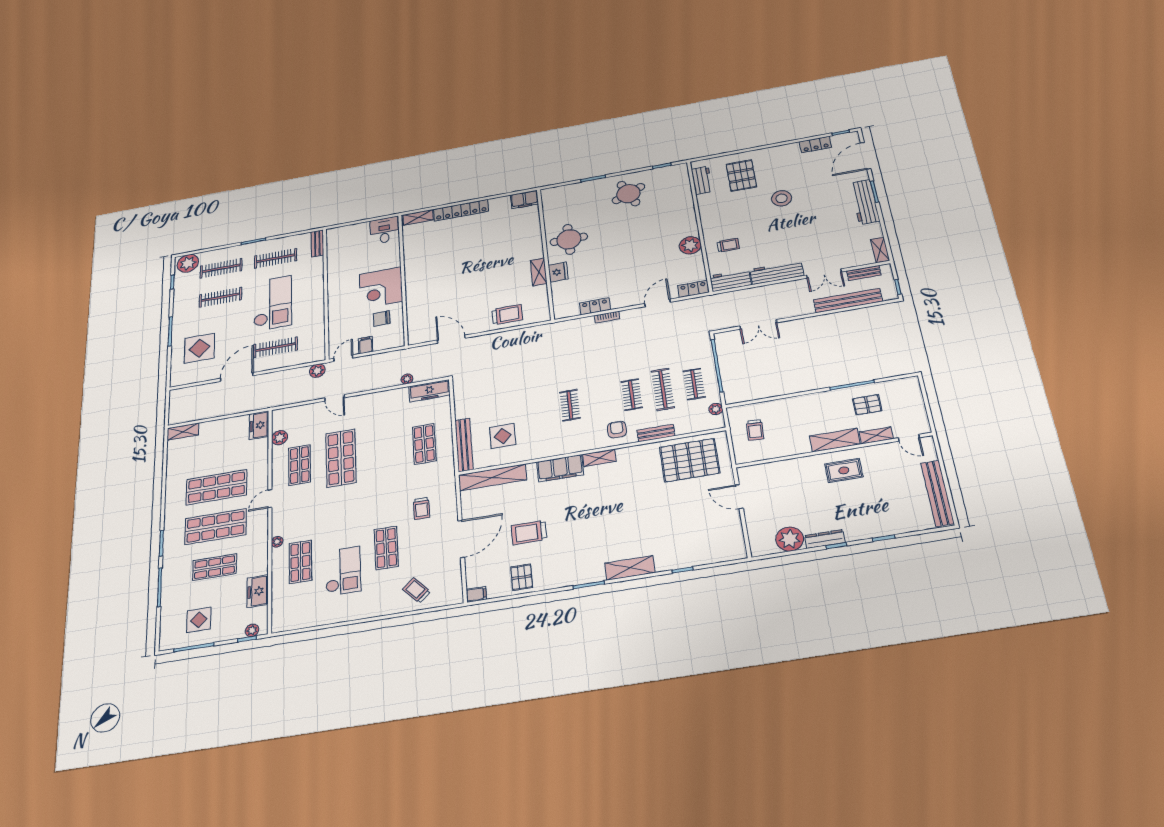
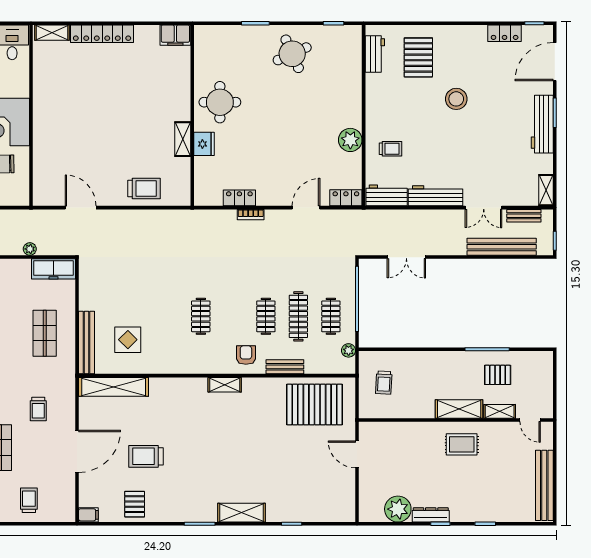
filing cabinet: (560, 468) -> (184, 389), removed
trolley: (417, 590) -> (29, 500), turned 42

